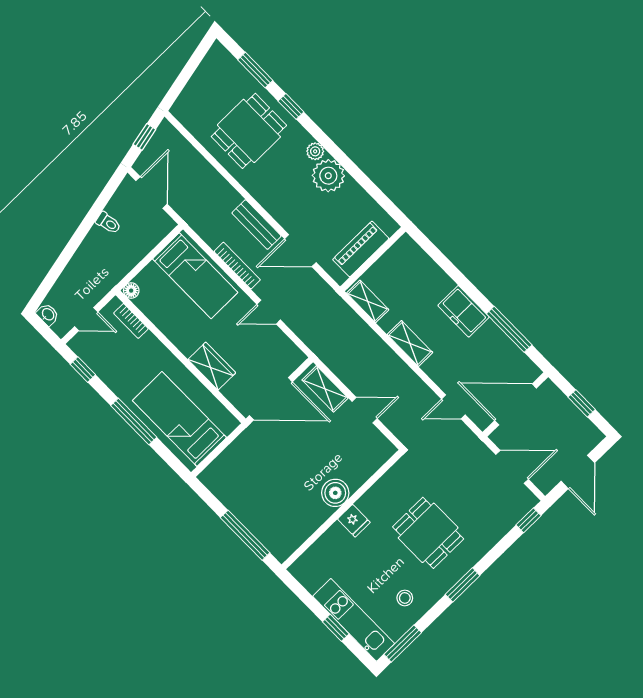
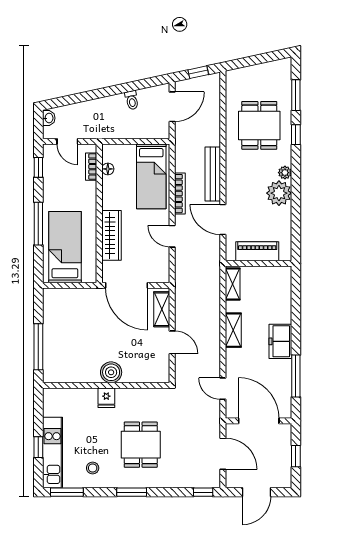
dining table: (249, 131) -> (259, 125), turned 90
bench: (257, 225) -> (213, 174), width x1.36
floor lamp: (131, 291) -> (108, 169), moved
wardrobe: (212, 366) -> (112, 235), width x1.50

